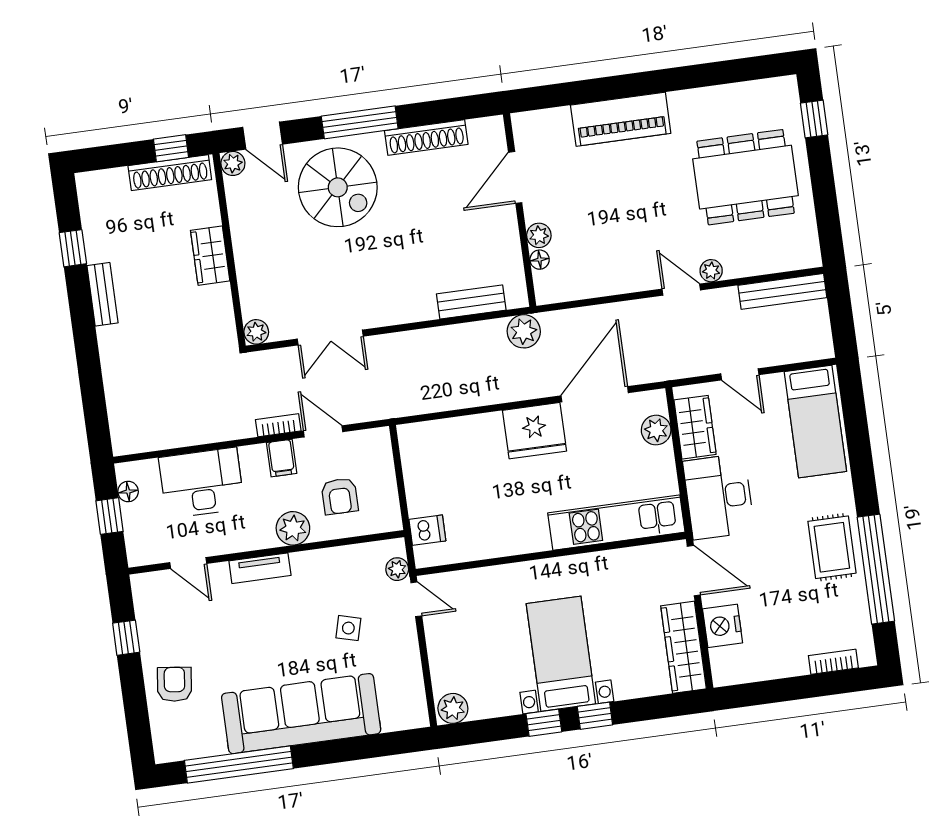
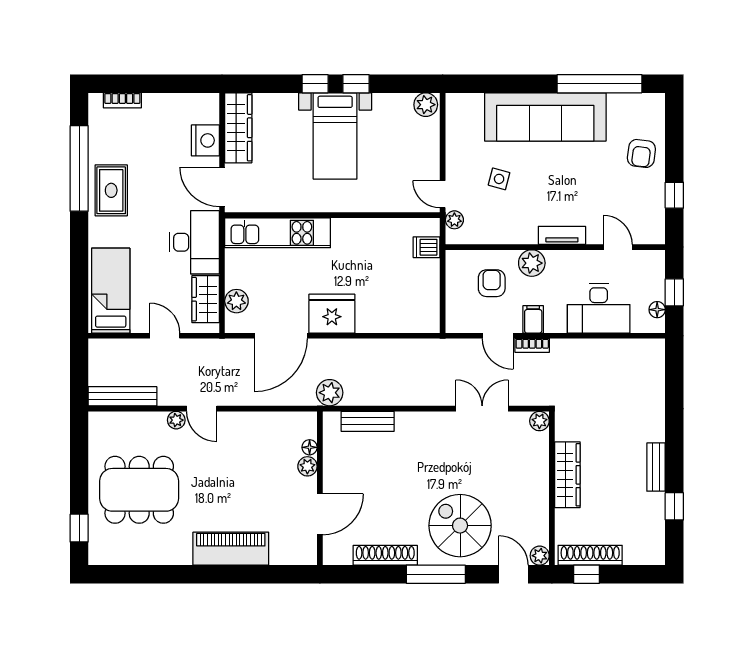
wardrobe: (210, 256) -> (567, 475), width x1.50

